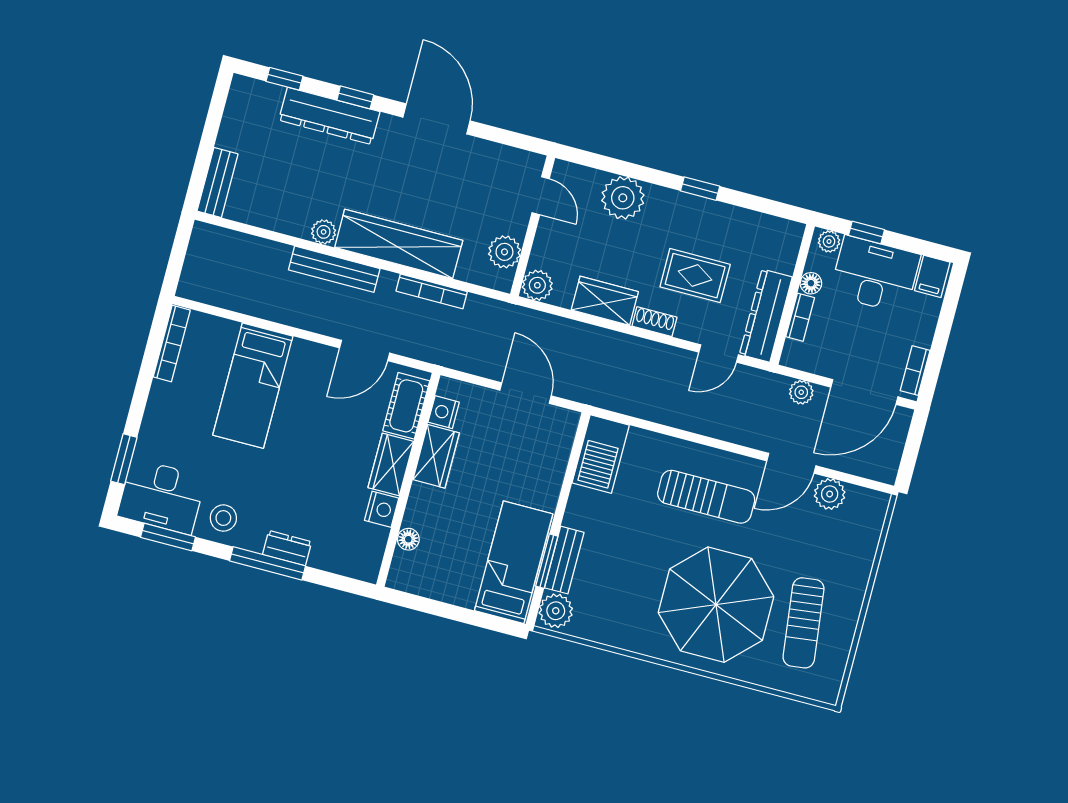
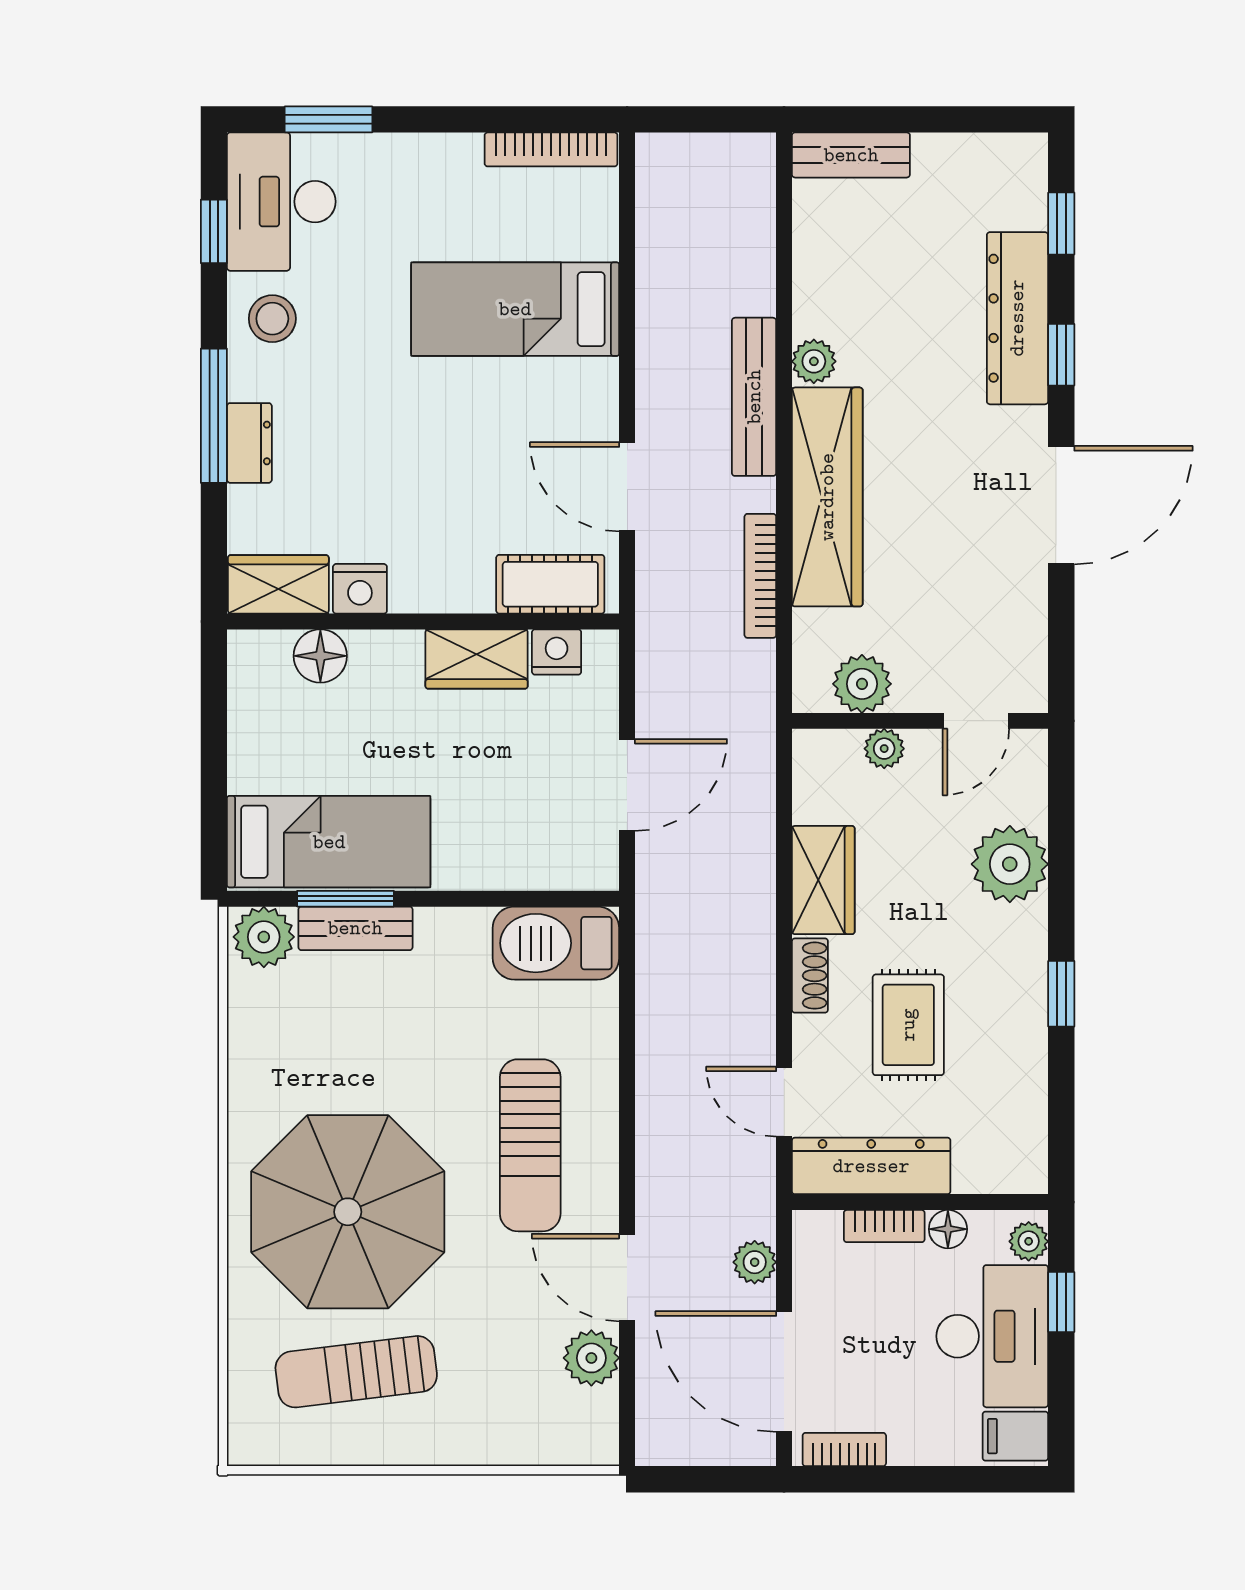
plant: (537, 285) -> (884, 749), moved, width x0.73, depth x0.73
wardrobe: (391, 465) -> (278, 584), moved
window: (168, 537) -> (214, 231), width x0.67
floor lamp: (408, 539) -> (320, 656), width x1.37, depth x1.37

